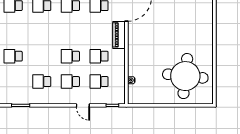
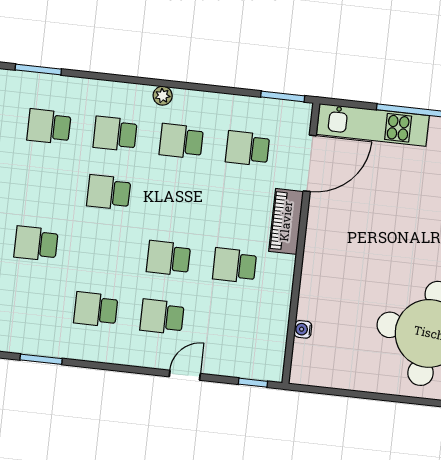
school desk: (99, 82) -> (109, 192), moved
door: (83, 105) -> (185, 375), swing flipped

